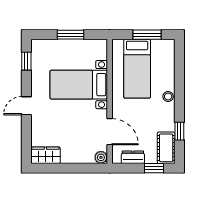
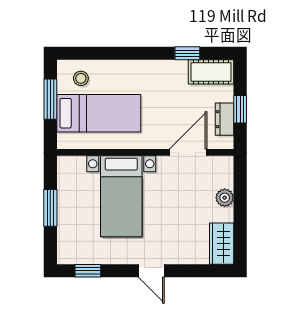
stool: (168, 97) -> (81, 78), moved
plant: (101, 157) -> (225, 198), moved
window: (154, 168) -> (240, 109), moved

